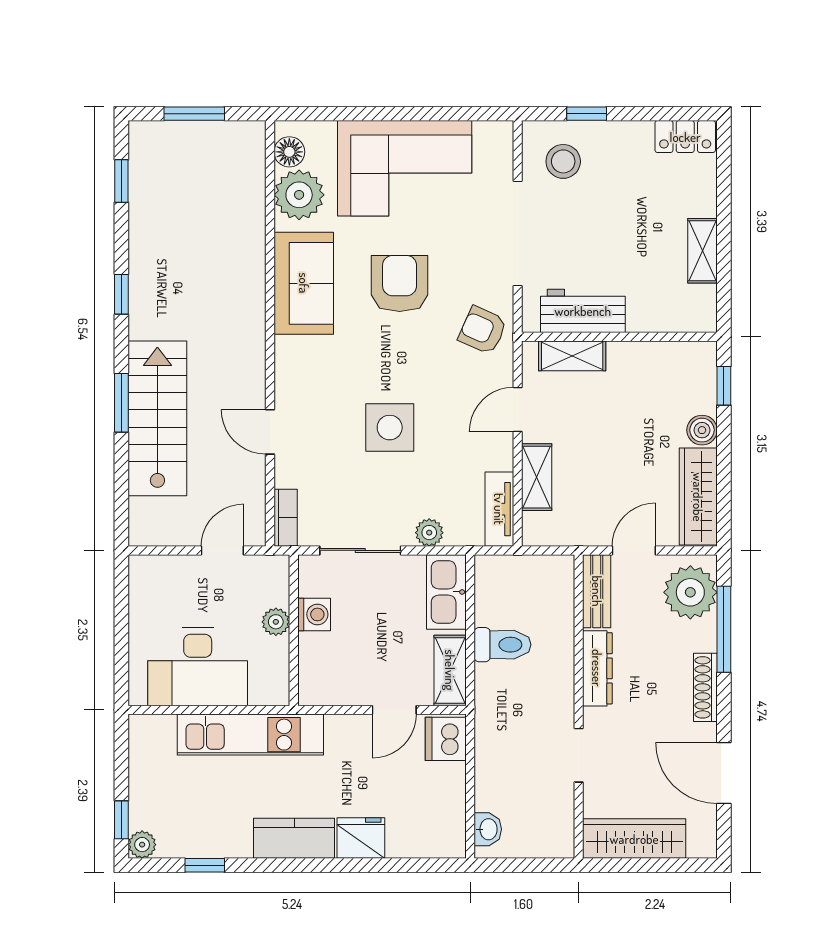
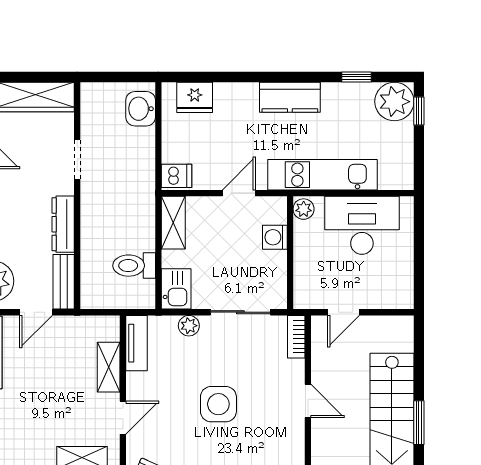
kitchen sink: (446, 592) -> (176, 289), width x0.73
washing machine: (314, 614) -> (275, 237), moved
plant: (276, 622) -> (304, 209), moved
toilet: (502, 645) -> (134, 266), moved
door: (394, 710) -> (239, 193), moved
dishwasher: (446, 739) -> (177, 176), width x0.73
washbasin: (488, 829) -> (141, 109), width x1.38, depth x1.45
fridge: (361, 838) -> (195, 97), moved
plant: (142, 845) -> (394, 102), width x1.88, depth x1.88

